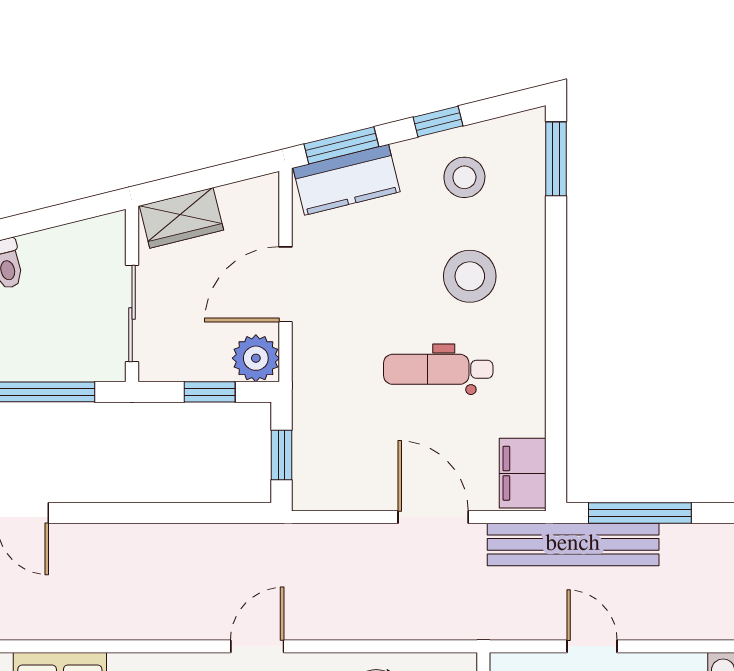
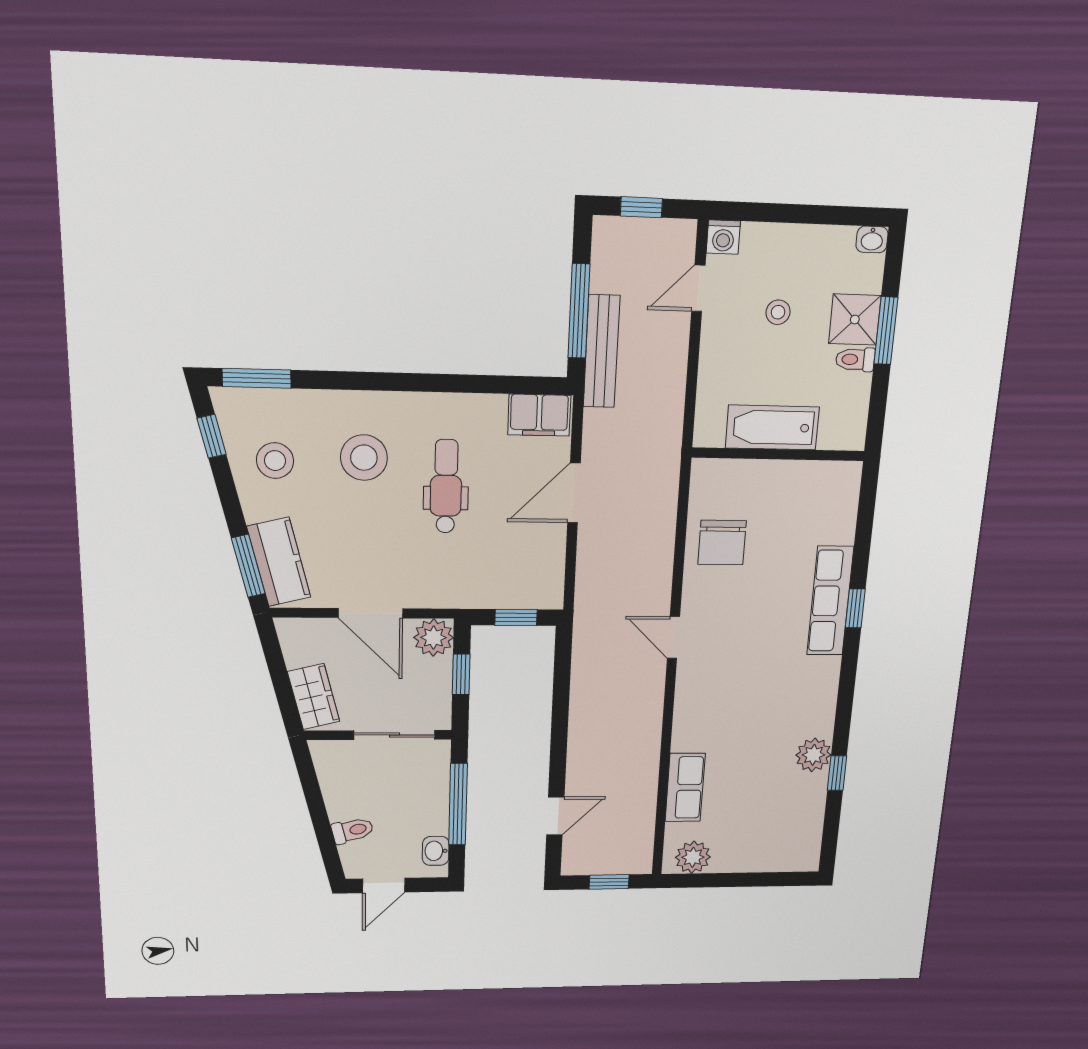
window: (438, 121) -> (212, 436), moved
dental chair: (438, 369) -> (446, 486), turned 180
bench: (573, 544) -> (601, 352), width x0.73, depth x0.82
door: (592, 646) -> (698, 288), moved

